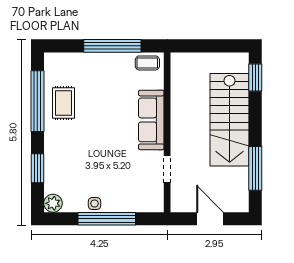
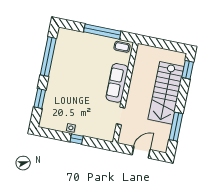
rug: (63, 103) -> (64, 61), removed
plant: (53, 203) -> (45, 122), removed
window: (107, 219) -> (77, 139), width x0.32
door: (210, 219) -> (141, 152), hinge flipped

